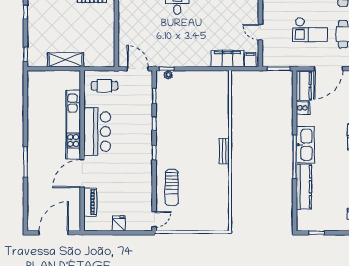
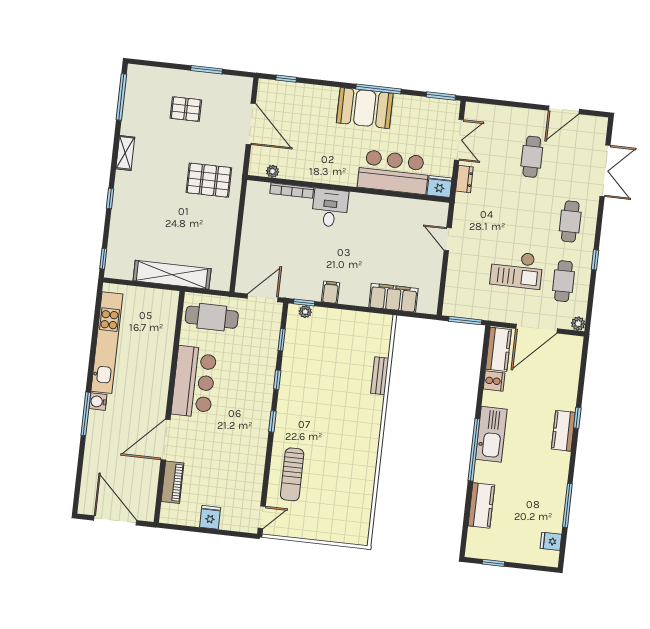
door: (260, 32) -> (448, 239), moved
shelving: (66, 60) -> (172, 275), width x1.47
filing cabinet: (250, 60) -> (331, 292), moved
door: (138, 69) -> (263, 298), hinge flipped
cafe table: (104, 86) -> (212, 317), width x1.37, depth x1.35
kitchen unit: (73, 125) -> (107, 343), moved, turned 180
bench: (224, 151) -> (380, 376), moved
water cooler: (33, 153) -> (98, 402), added
kitchen counter: (304, 187) -> (481, 505), width x0.67
door: (54, 233) -> (115, 520), hinge flipped

